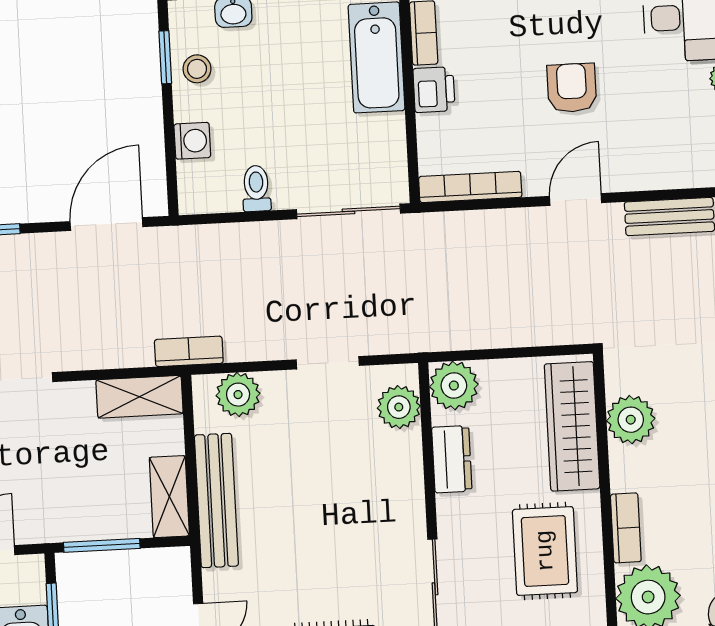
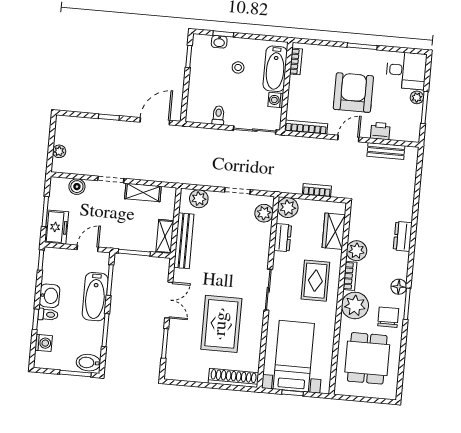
stool: (197, 69) -> (238, 67), moved
armchair: (572, 88) -> (353, 93), width x1.88, depth x1.88
printer: (434, 90) -> (380, 131), moved, turned -90
washing machine: (192, 141) -> (276, 100), moved, turned 180
bookcase: (189, 351) -> (317, 190), moved
shelving: (139, 397) -> (143, 192), moved
plant: (631, 420) -> (356, 251), moved
wardrobe: (572, 426) -> (334, 231), width x0.67

